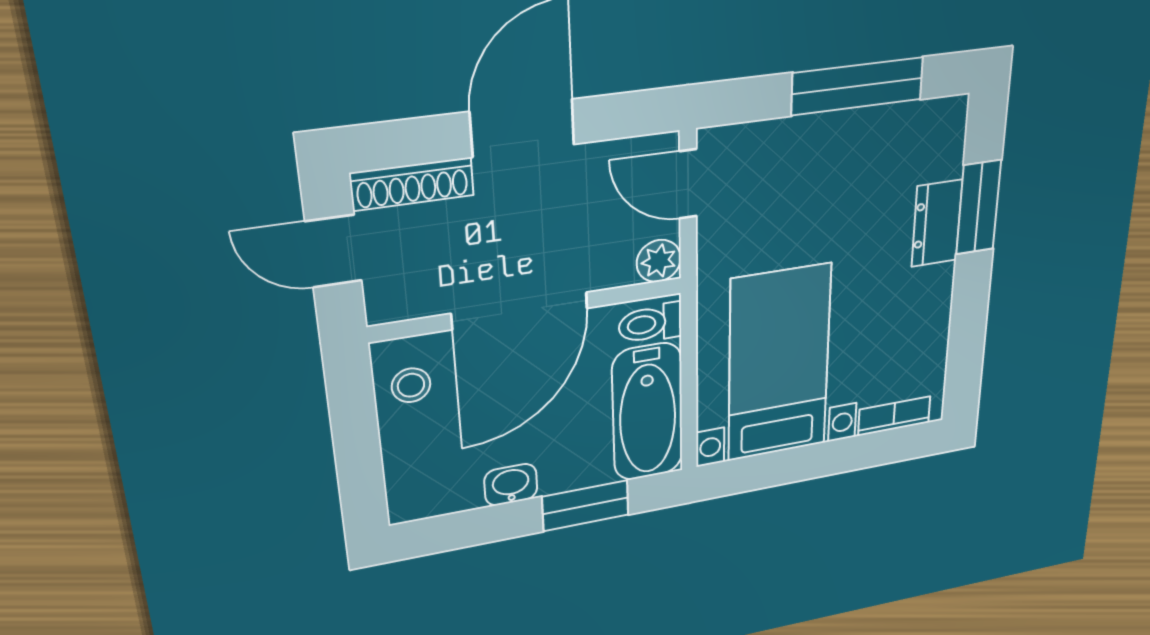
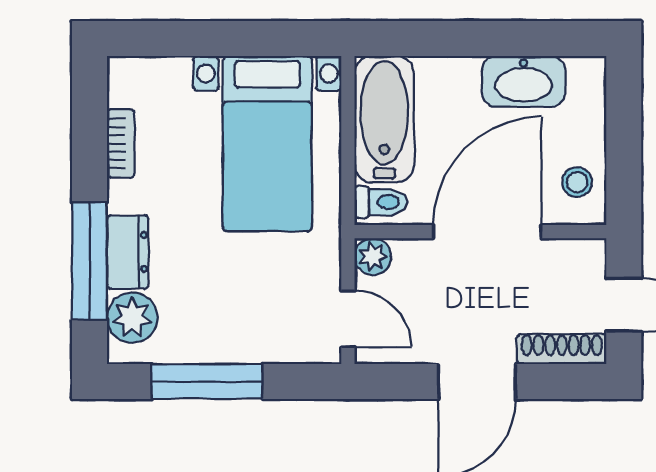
plant: (938, 150) -> (132, 318), added
window: (978, 207) -> (90, 261), width x1.44
bookcase: (894, 416) -> (121, 143), moved, turned -90
washbasin: (511, 485) -> (524, 81), width x1.91, depth x1.45
window: (586, 506) -> (441, 38), removed

